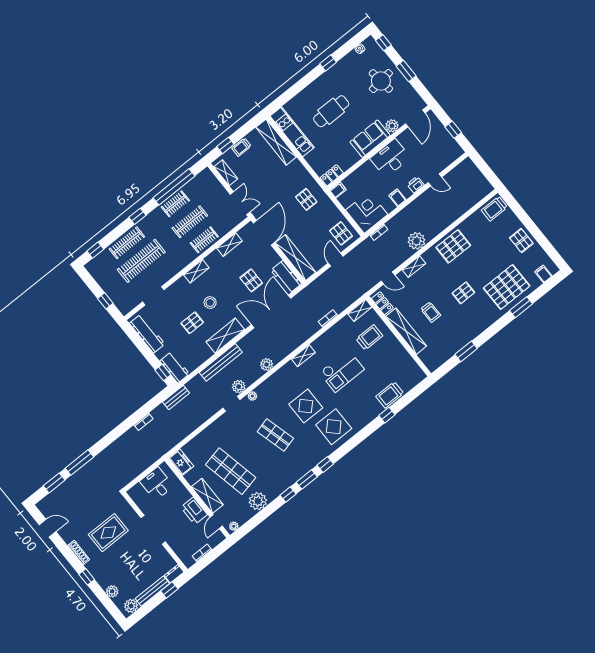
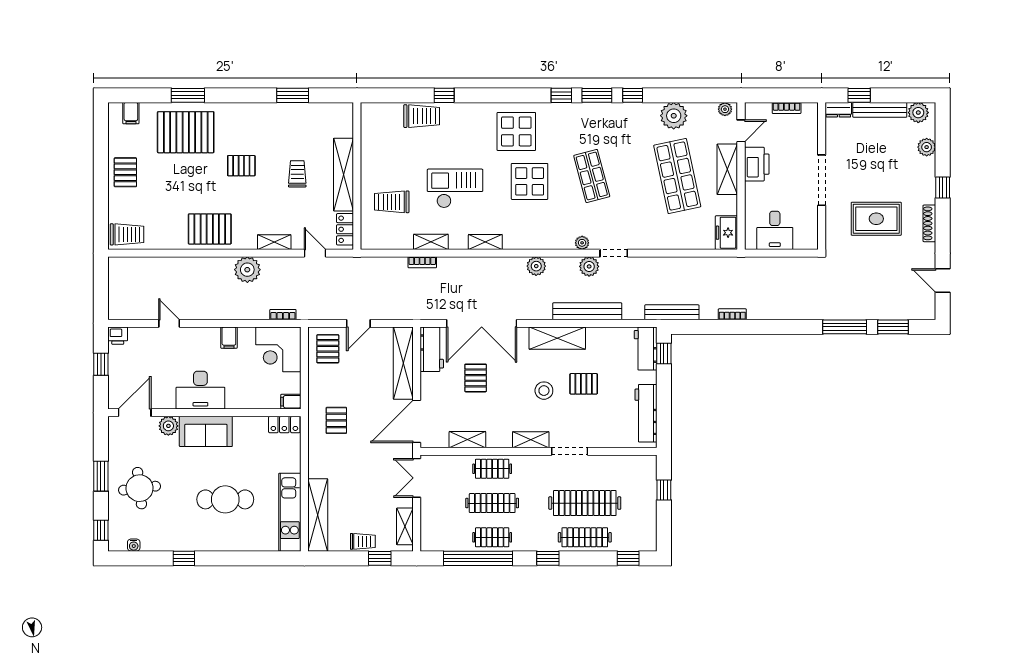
printer: (416, 185) -> (118, 336), moved
doorway: (153, 296) -> (570, 451), moved
shelving: (360, 310) -> (431, 242), moved
bench: (176, 397) -> (672, 312), width x1.36

